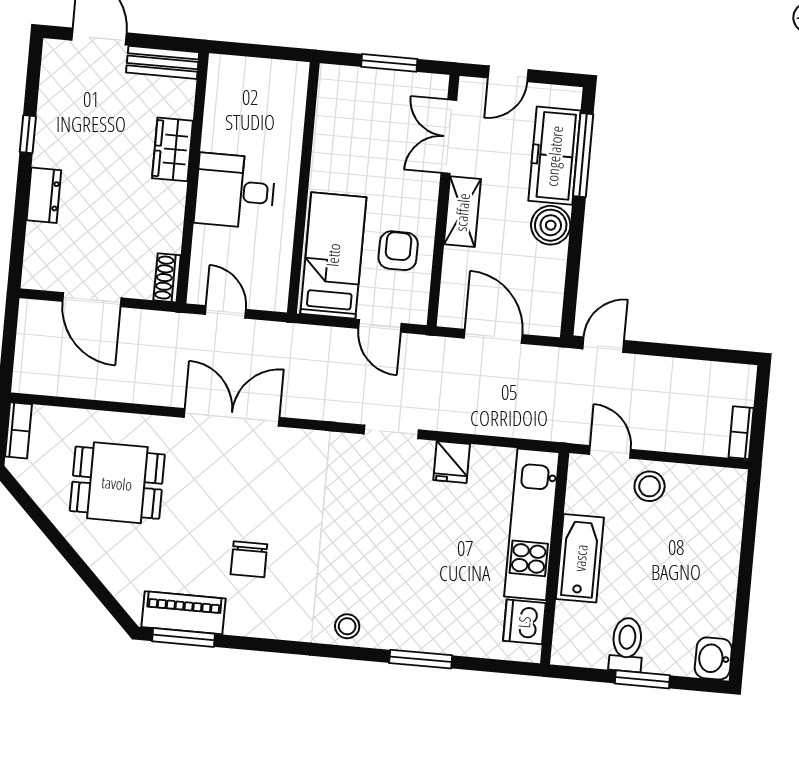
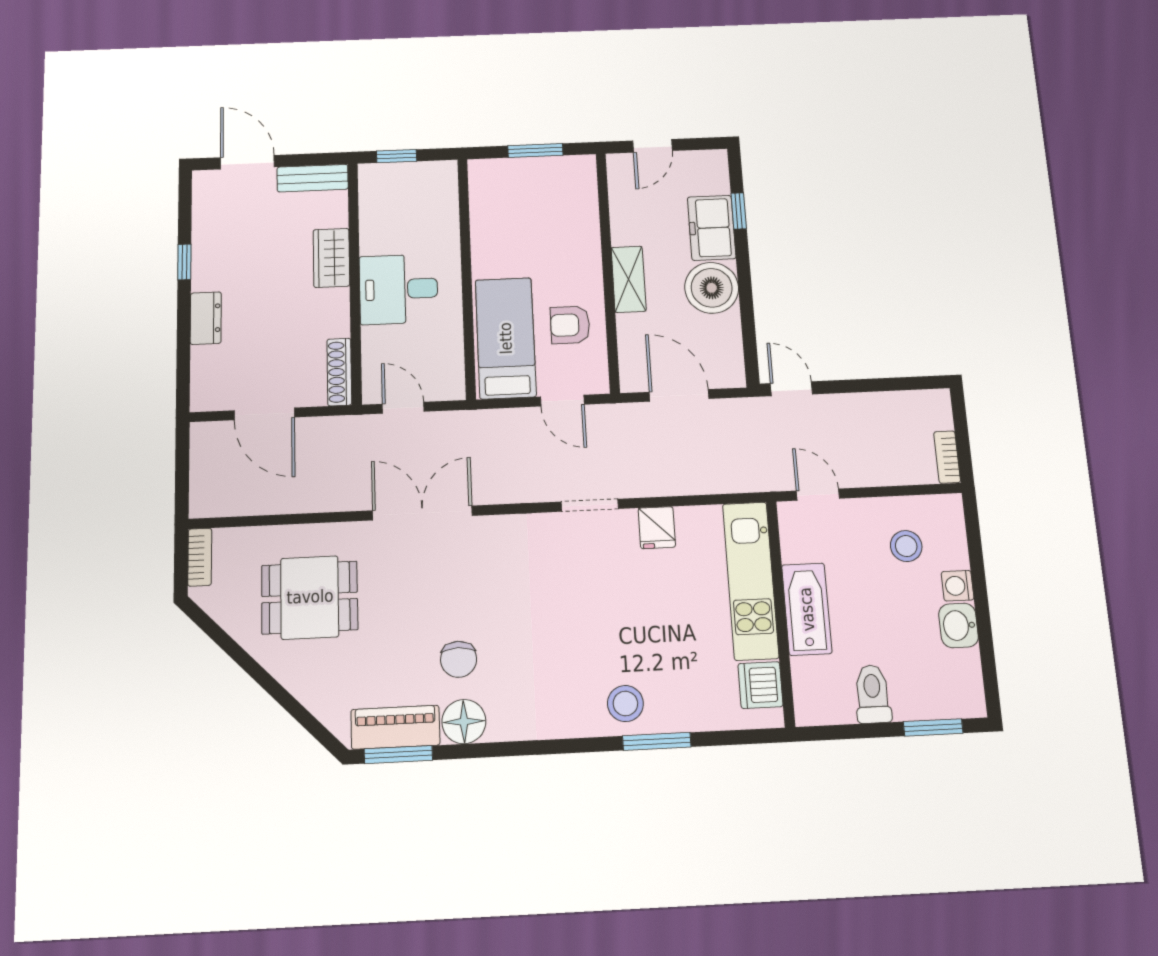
window: (249, 50) -> (397, 156), added
double door: (449, 137) -> (604, 211), removed
window: (583, 155) -> (739, 211), width x0.46
freezer: (554, 156) -> (712, 228), width x0.71
boiler: (551, 225) -> (712, 288), width x1.37, depth x1.37
armchair: (398, 251) -> (570, 325), turned -90
shoe rack: (167, 278) -> (339, 372), width x1.43
door: (603, 345) -> (791, 389), hinge flipped
stool: (650, 486) -> (906, 546), moved
washing machine: (726, 556) -> (958, 586), added
floor lamp: (247, 616) -> (464, 722), added
stool: (347, 626) -> (625, 704), moved, width x1.37, depth x1.37
washbasin: (713, 658) -> (959, 625), moved
window: (642, 679) -> (933, 727), moved

